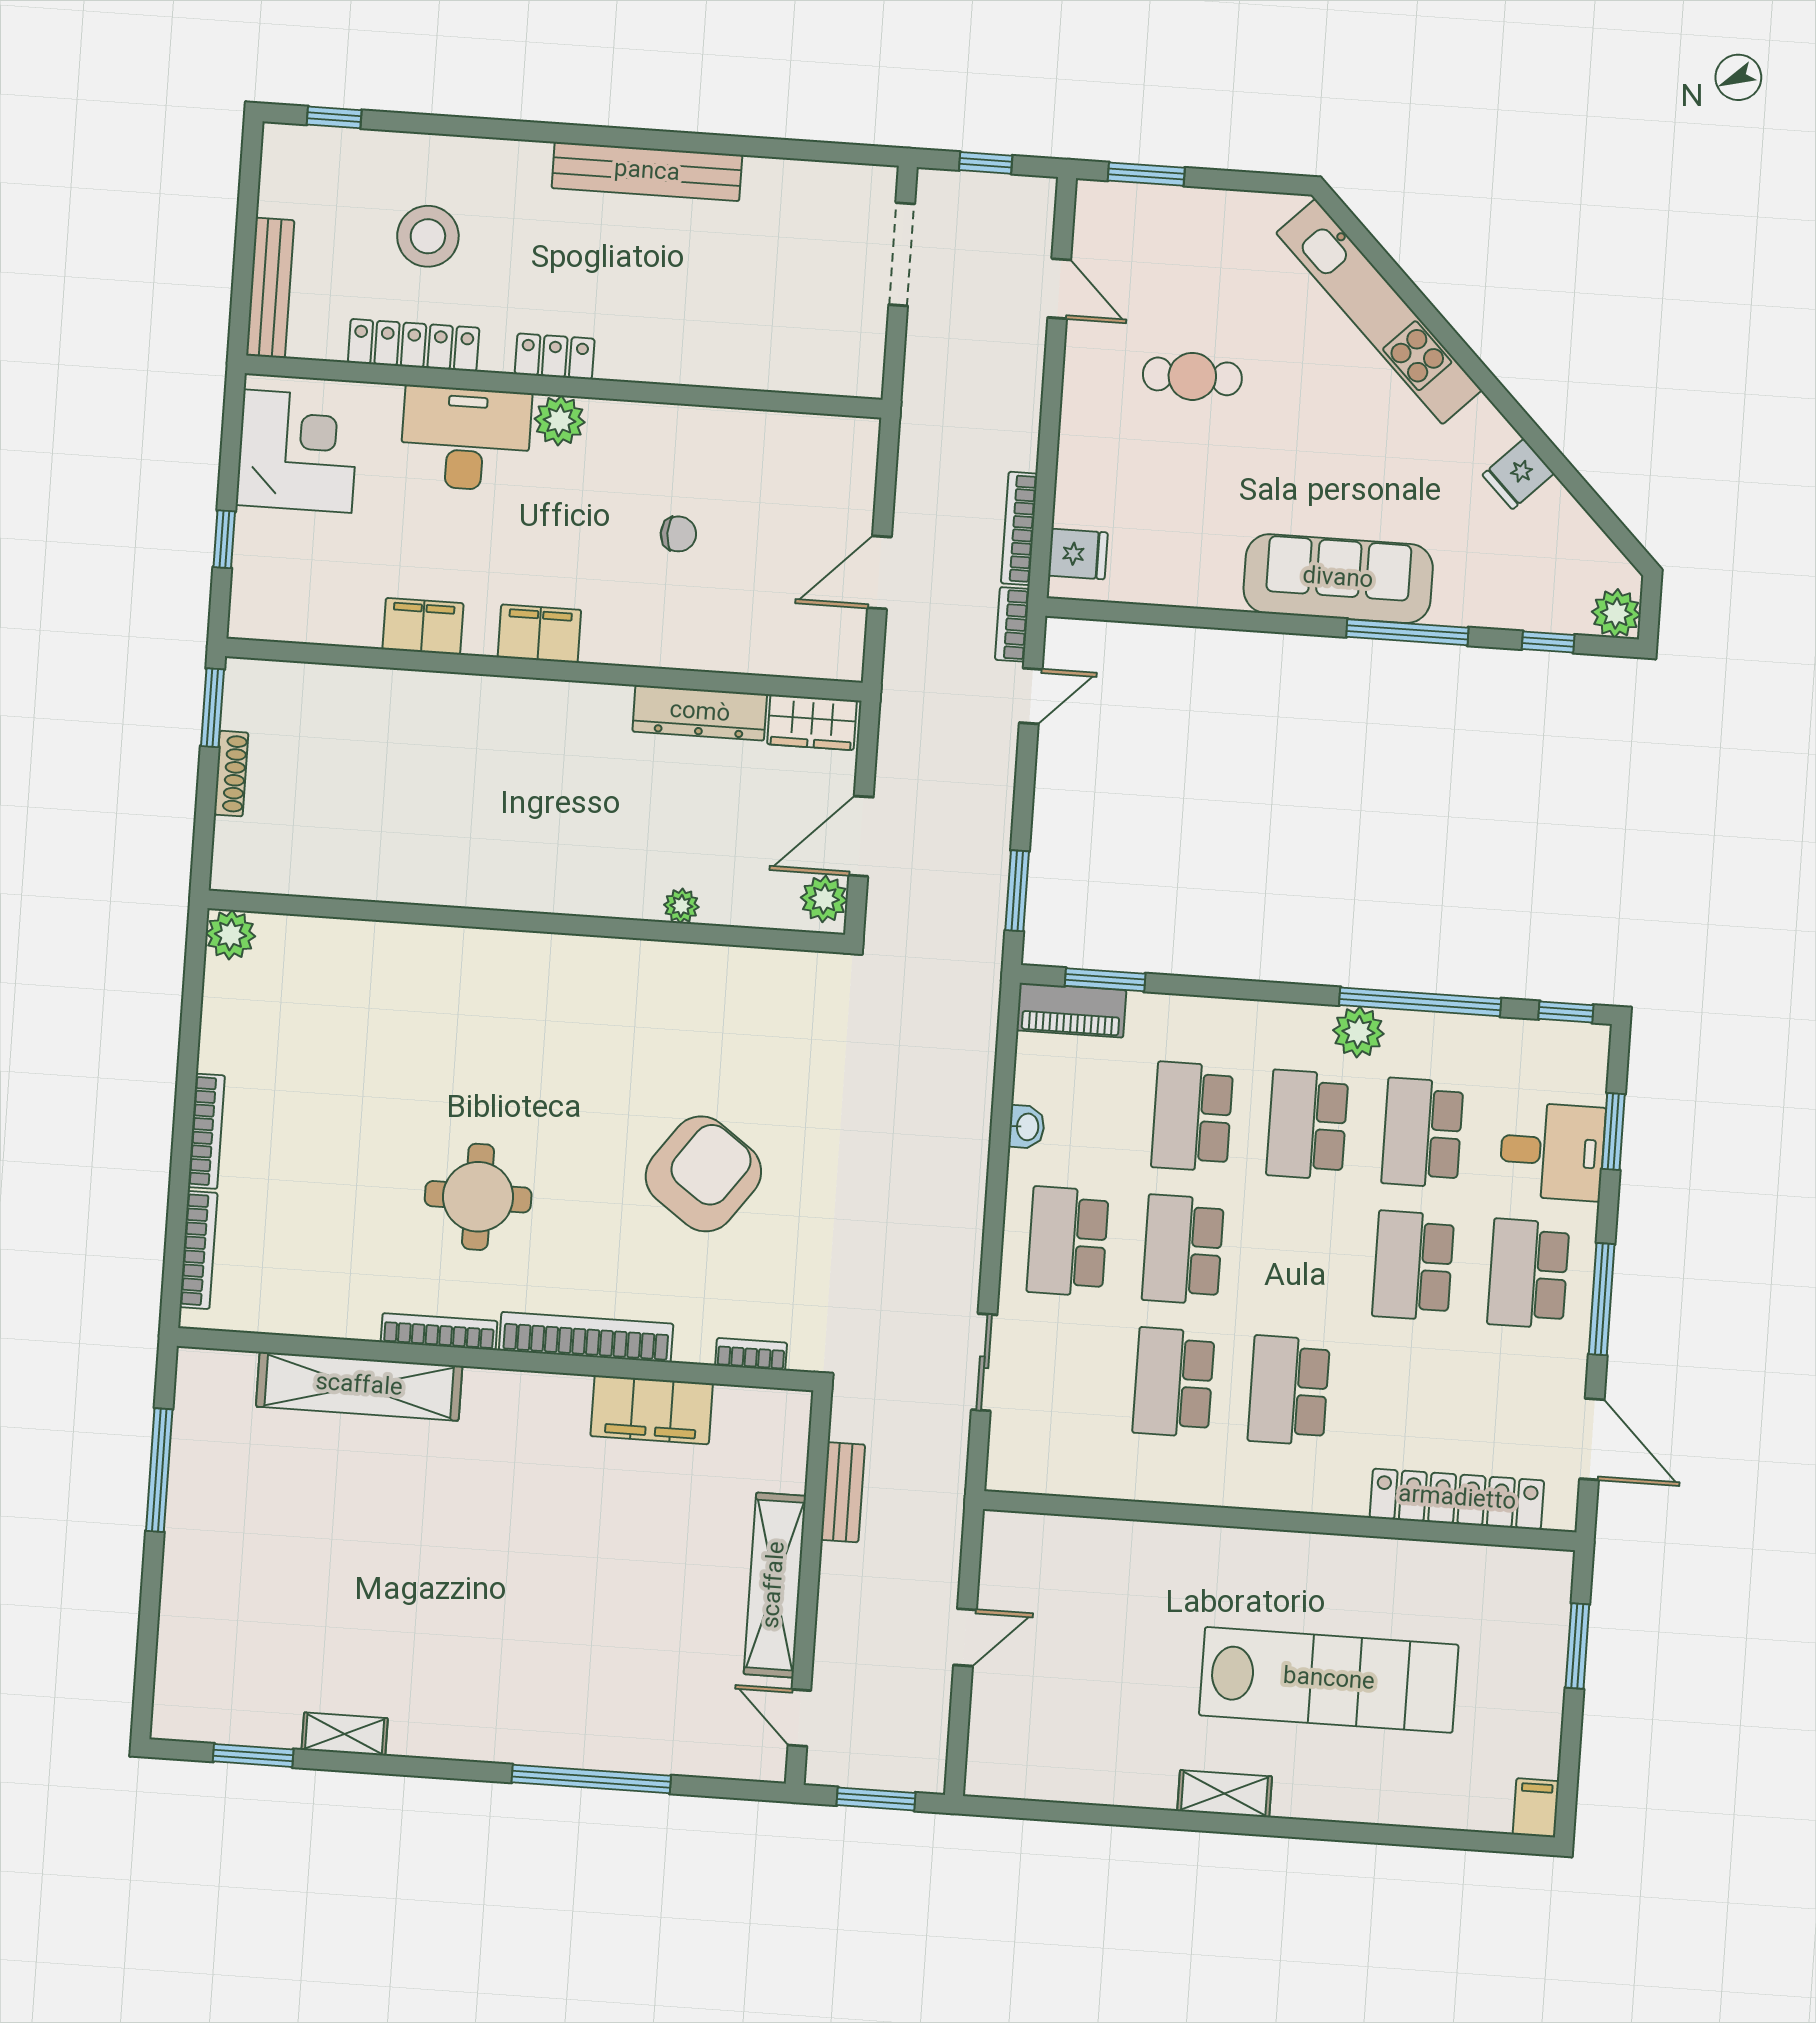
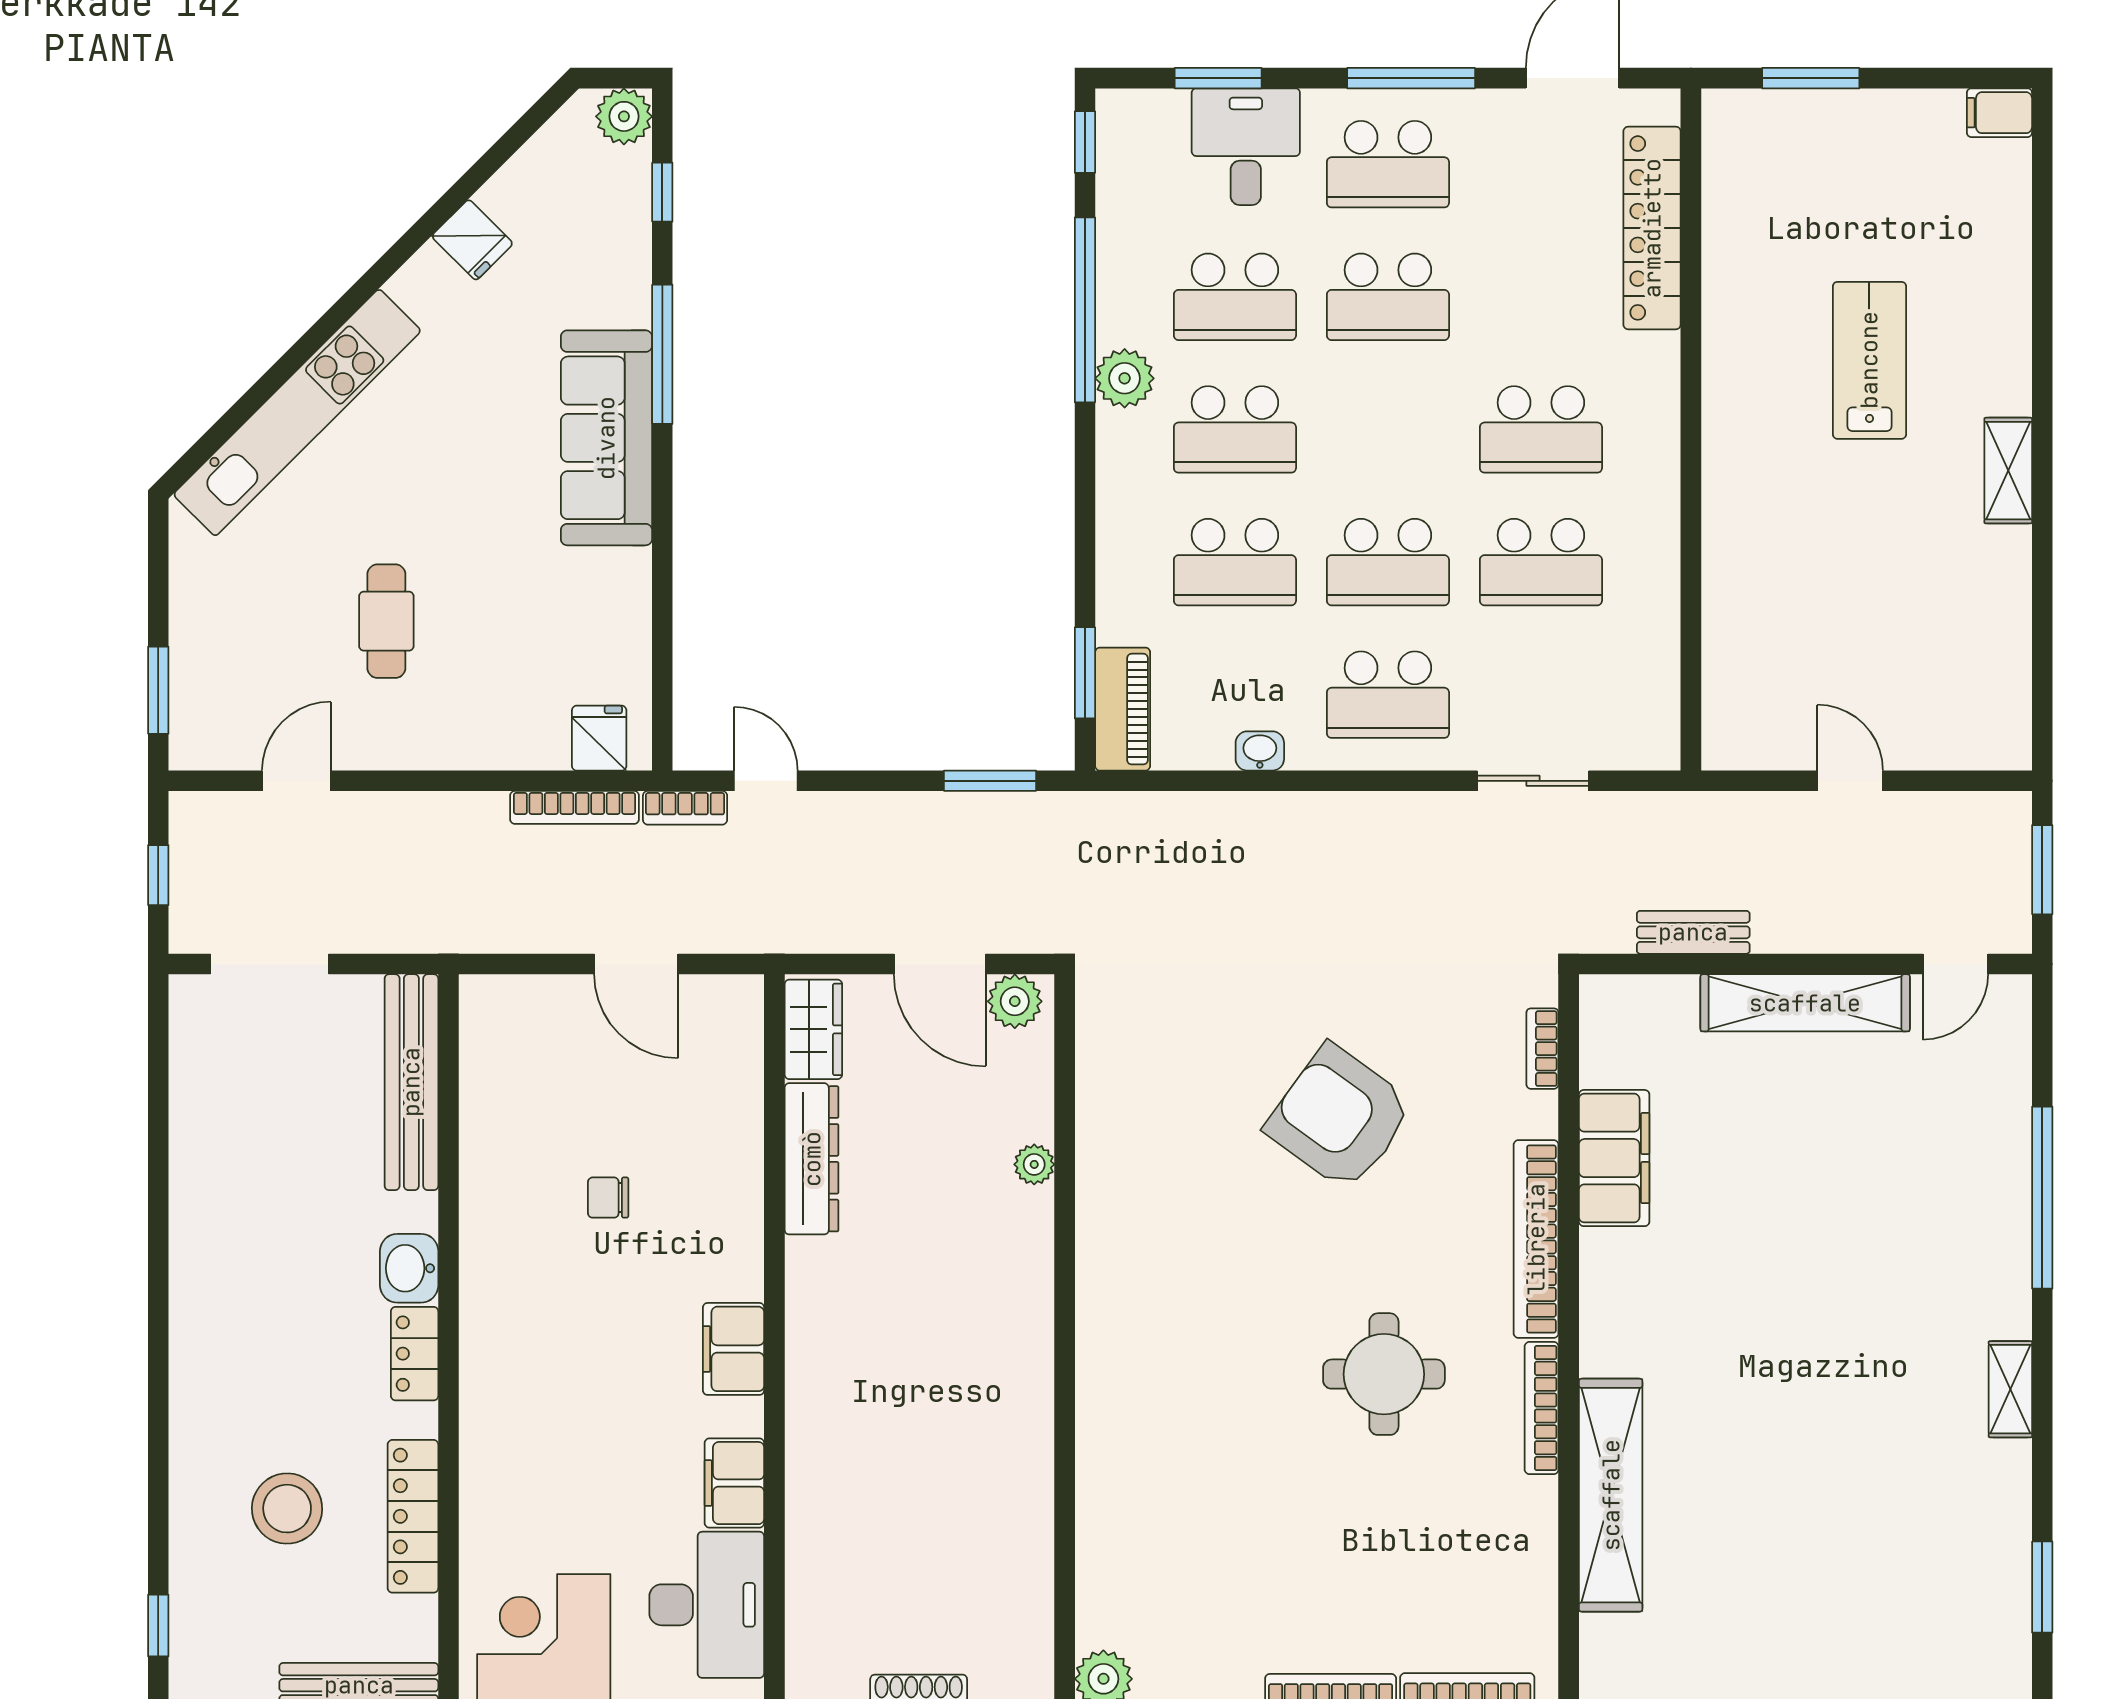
bench: (647, 172) -> (411, 1082), moved
washbasin: (629, 357) -> (409, 1268), added
plant: (560, 421) -> (488, 1343), removed
desk: (466, 439) -> (707, 1605), moved, turned 180
chair: (678, 534) -> (608, 1198), turned -90
lab bench: (1329, 1680) -> (1869, 360), width x0.54, depth x0.72
shelving: (345, 1734) -> (2010, 1389), moved

